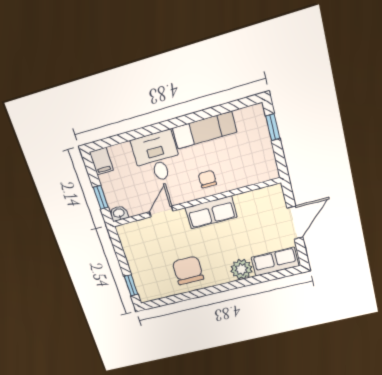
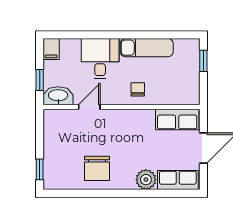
row of seats: (211, 212) -> (177, 119), moved
washbasin: (119, 213) -> (58, 96), width x1.91, depth x1.45
chair: (188, 271) -> (97, 168), turned 180

